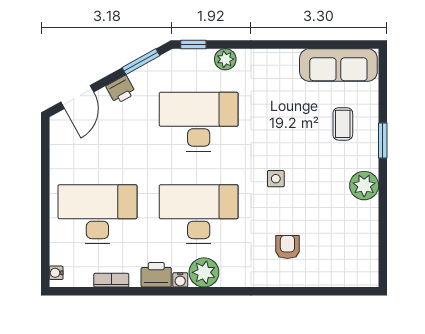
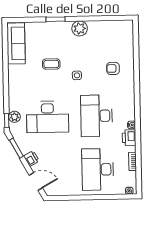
plant: (225, 59) -> (14, 117), moved
desk: (199, 122) -> (48, 117), turned -90
coffee table: (343, 124) -> (51, 64), moved
plant: (204, 272) -> (127, 112), removed

